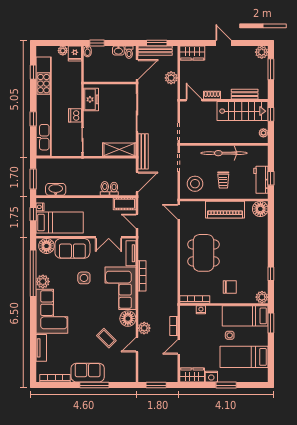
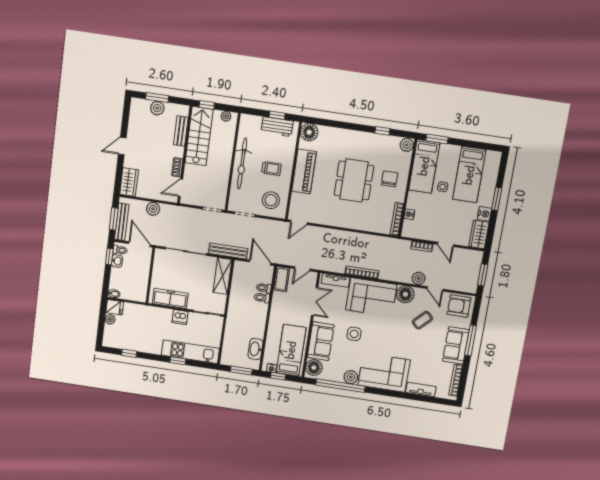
window: (97, 43) -> (109, 257), moved
plant: (262, 52) -> (157, 108), moved
freezer: (91, 99) -> (170, 298), width x1.40
kitchen unit: (44, 106) -> (190, 352), width x0.54
dining table: (203, 253) -> (354, 180), moved, turned 90
armchair: (125, 369) -> (459, 306), added

